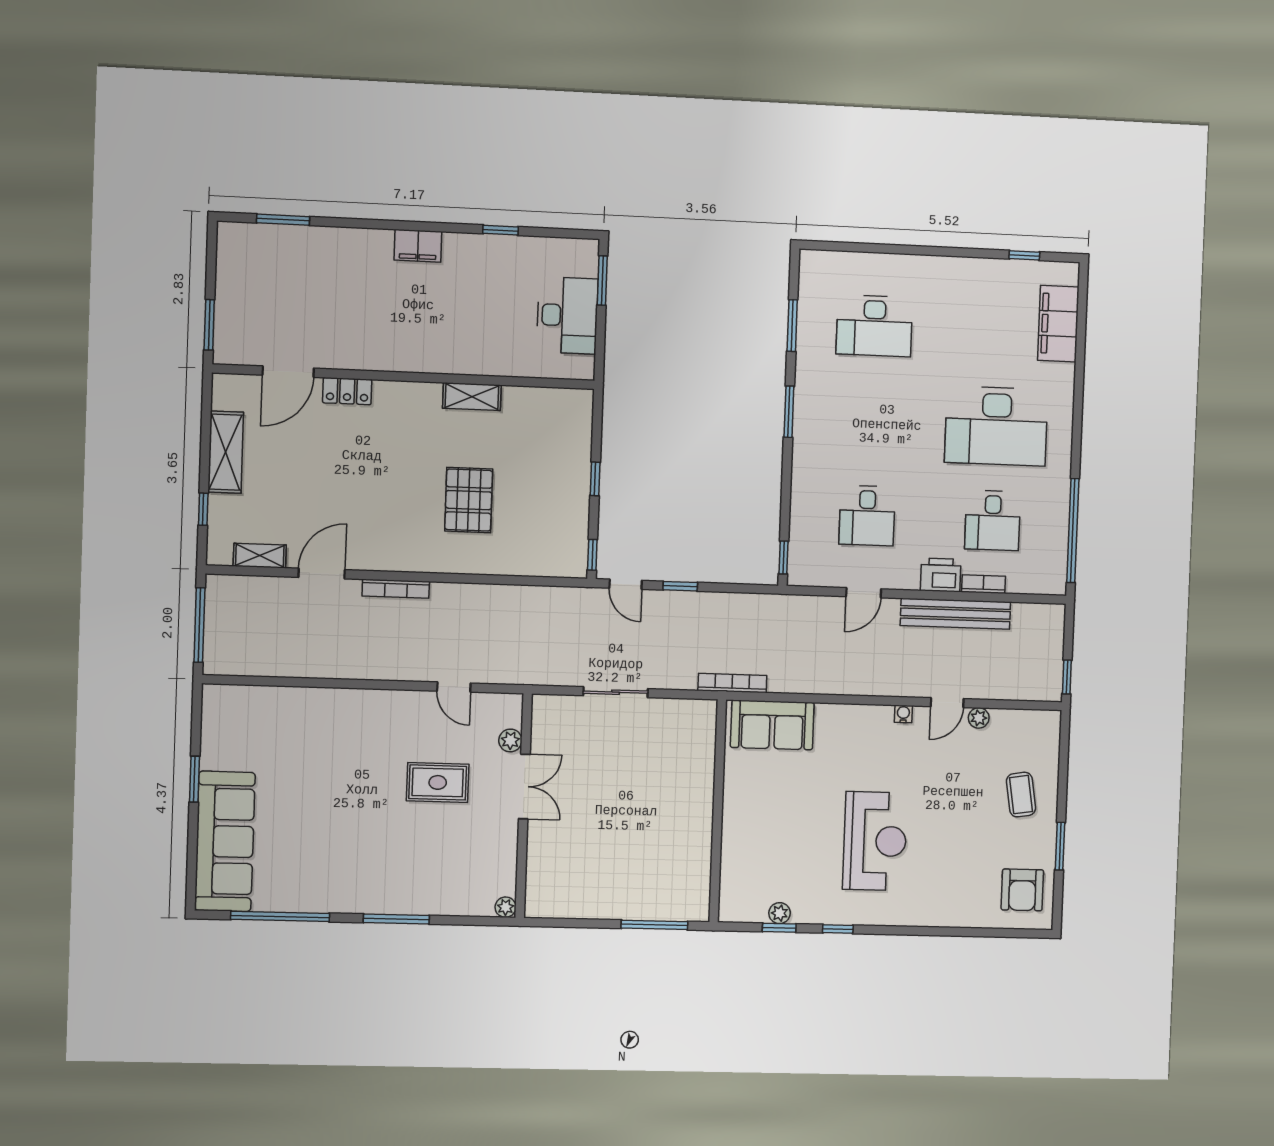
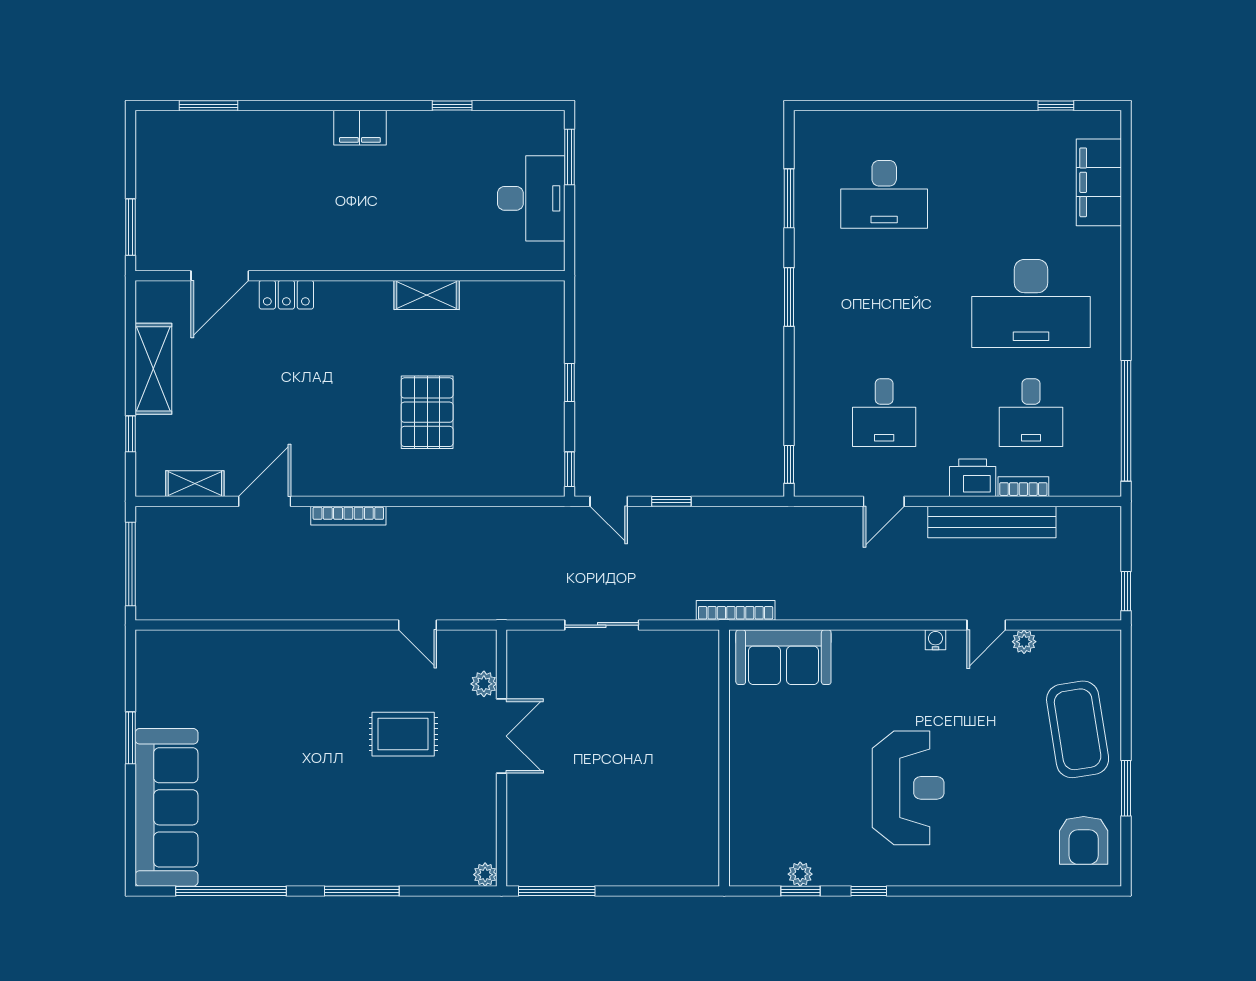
coffee table: (1021, 795) -> (1078, 729), width x1.86, depth x1.72
window: (654, 925) -> (557, 891), moved

